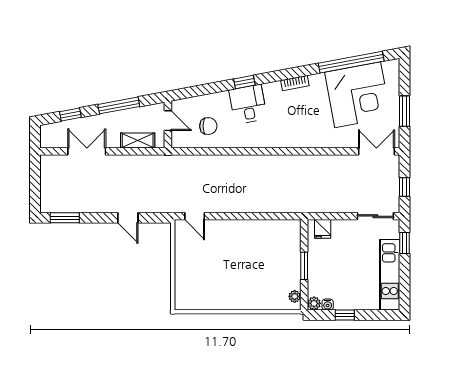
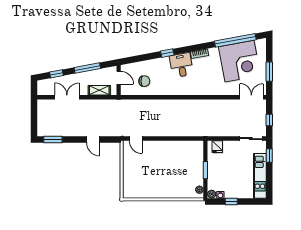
desk: (248, 104) -> (181, 65), moved

